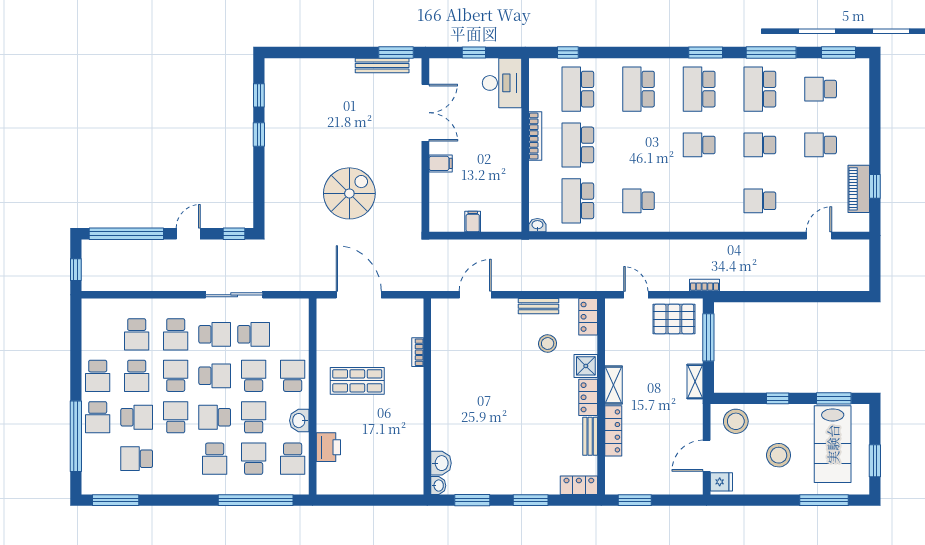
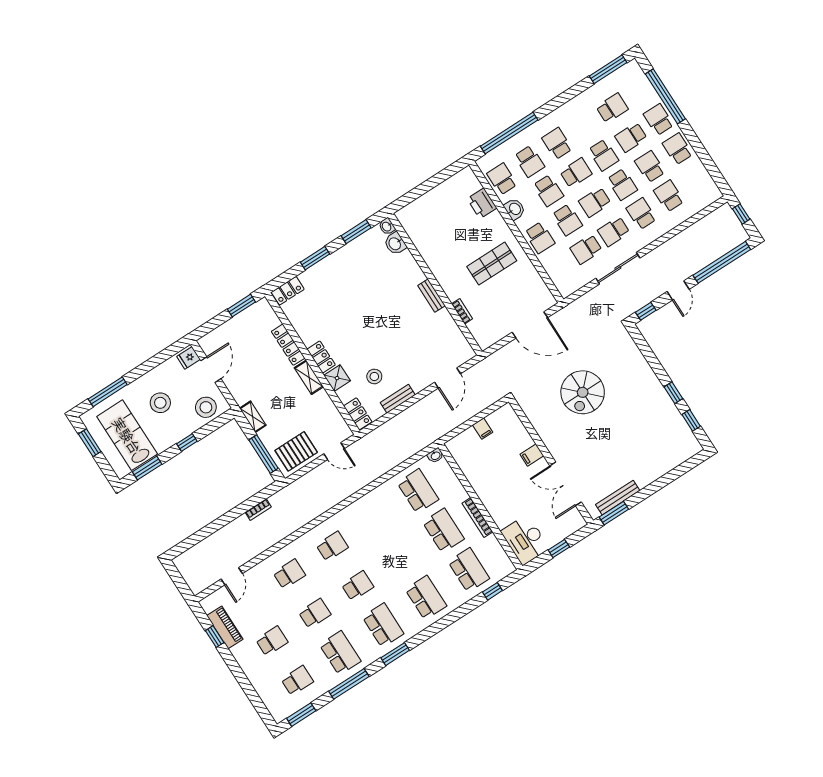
school desk: (638, 201) -> (332, 546), moved
bookcase: (705, 285) -> (258, 510), moved
bench: (590, 436) -> (431, 296), moved

